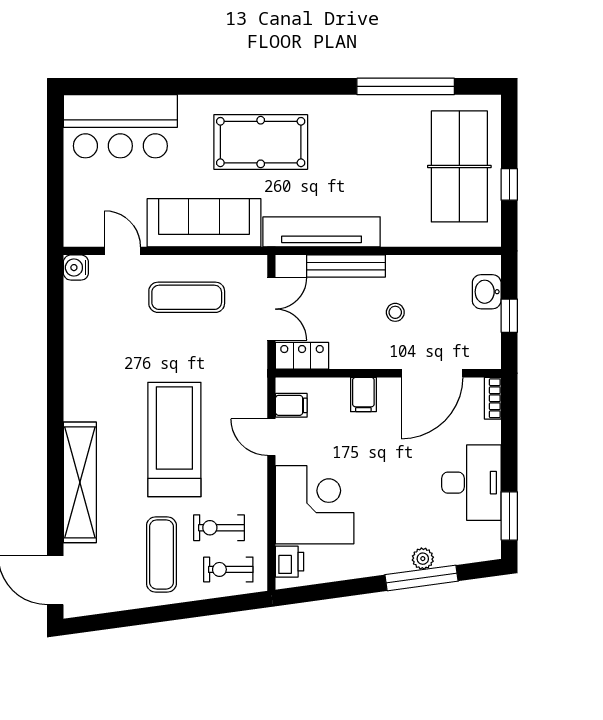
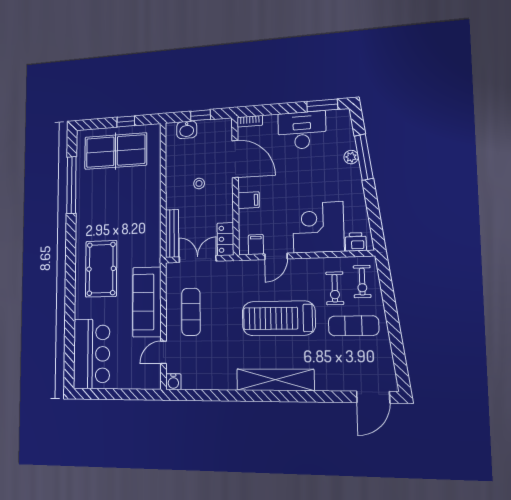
tv unit: (322, 232) -> (152, 230), removed
bench: (346, 266) -> (172, 233), moved
shelving: (80, 482) -> (275, 380), moved

